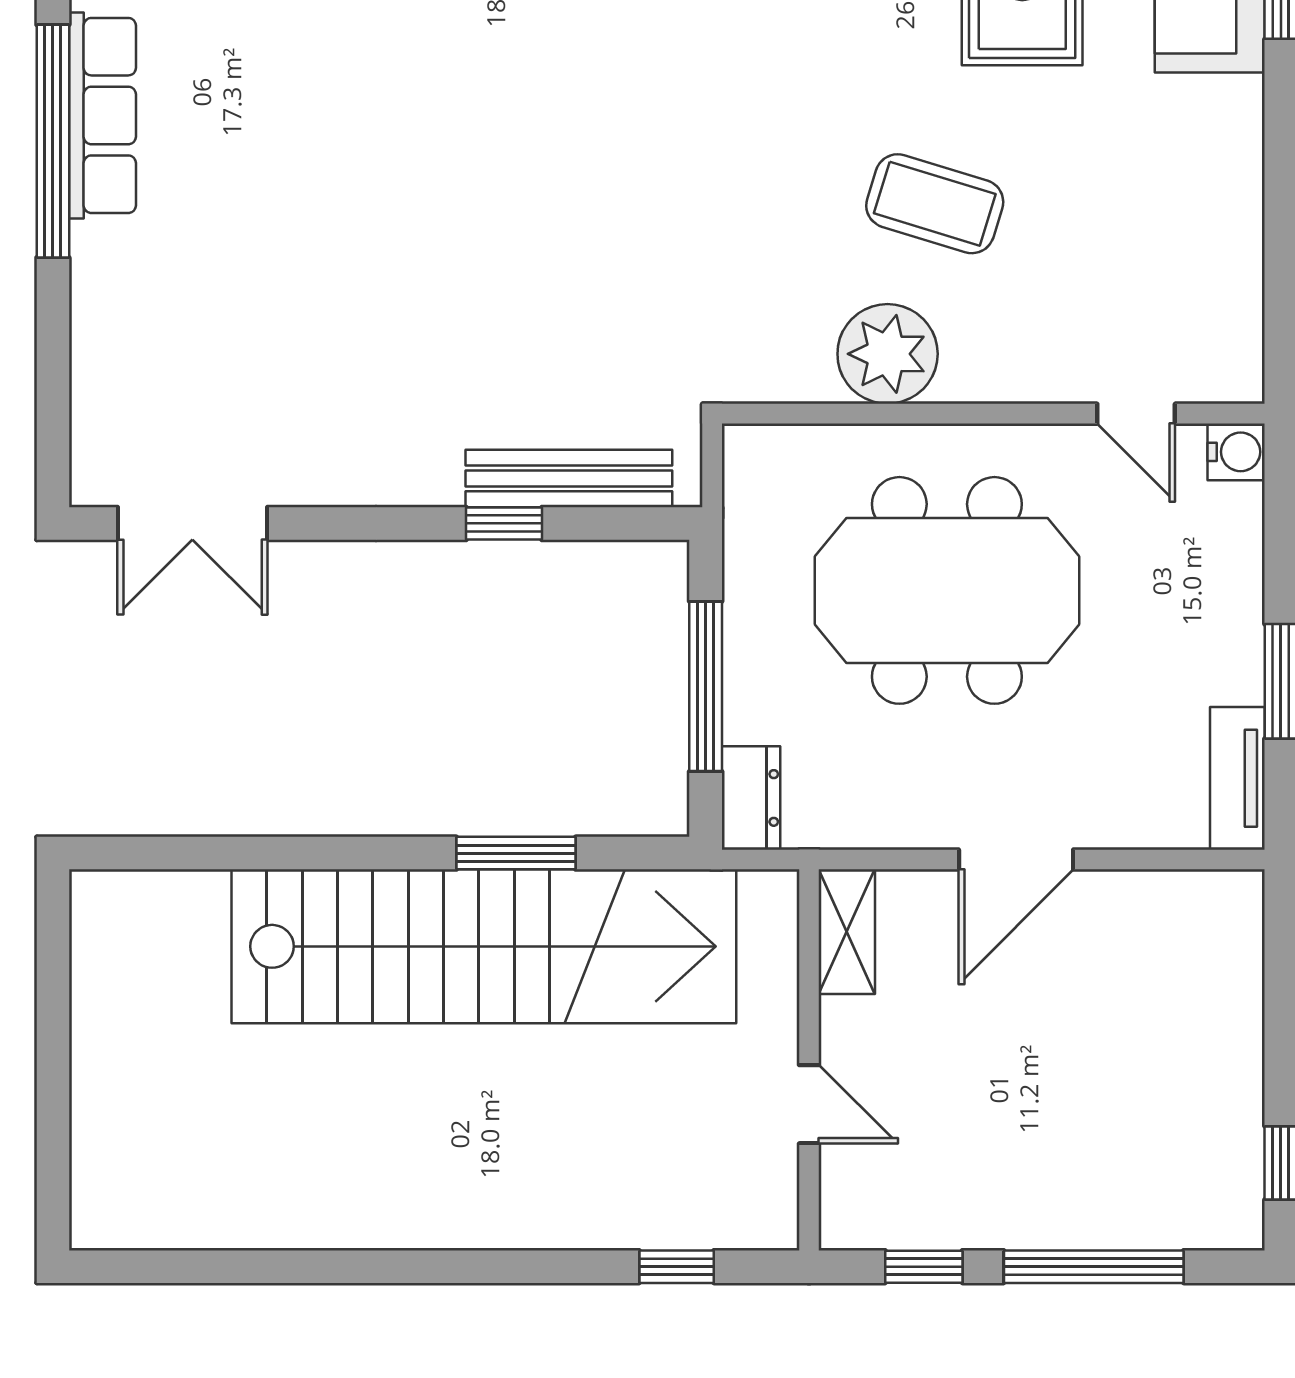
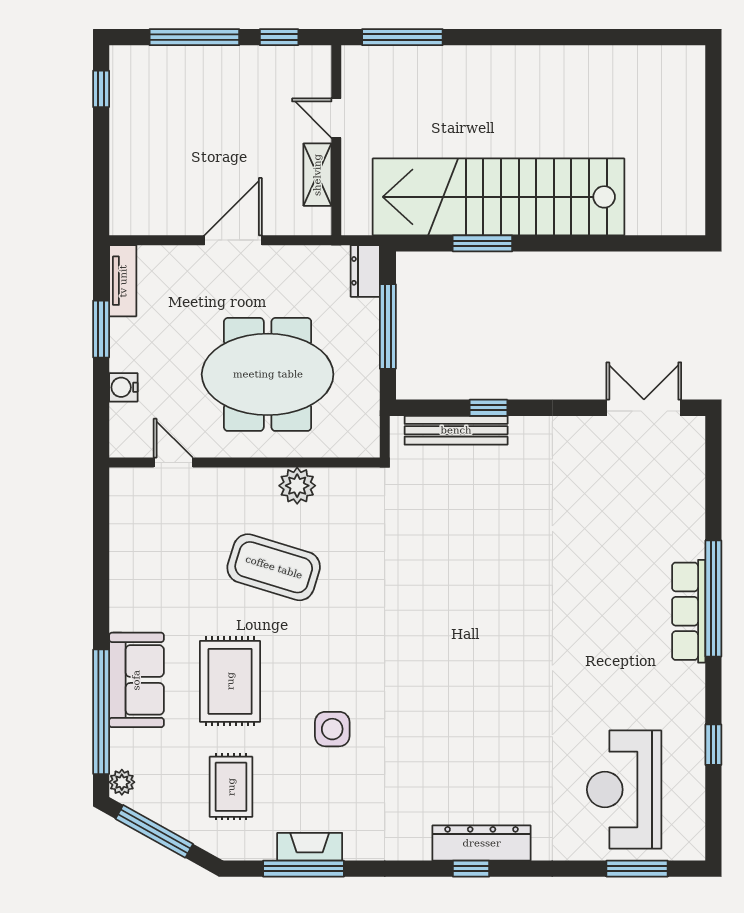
coffee table: (935, 204) -> (274, 567), width x1.36, depth x1.32
plant: (888, 354) -> (297, 486), width x0.73, depth x0.73
water cooler: (1236, 452) -> (123, 387), moved
shelving: (847, 932) -> (317, 175), moved
window: (677, 1267) -> (402, 37), width x2.17

